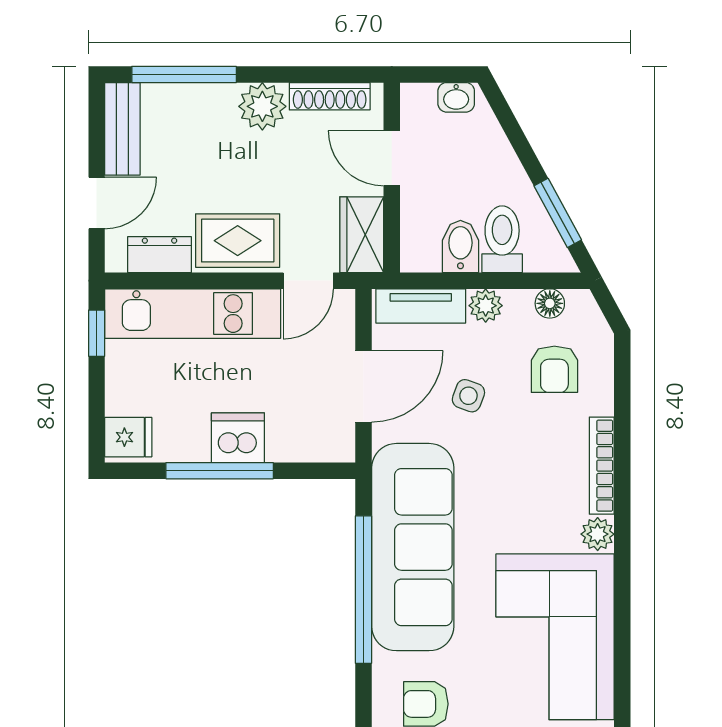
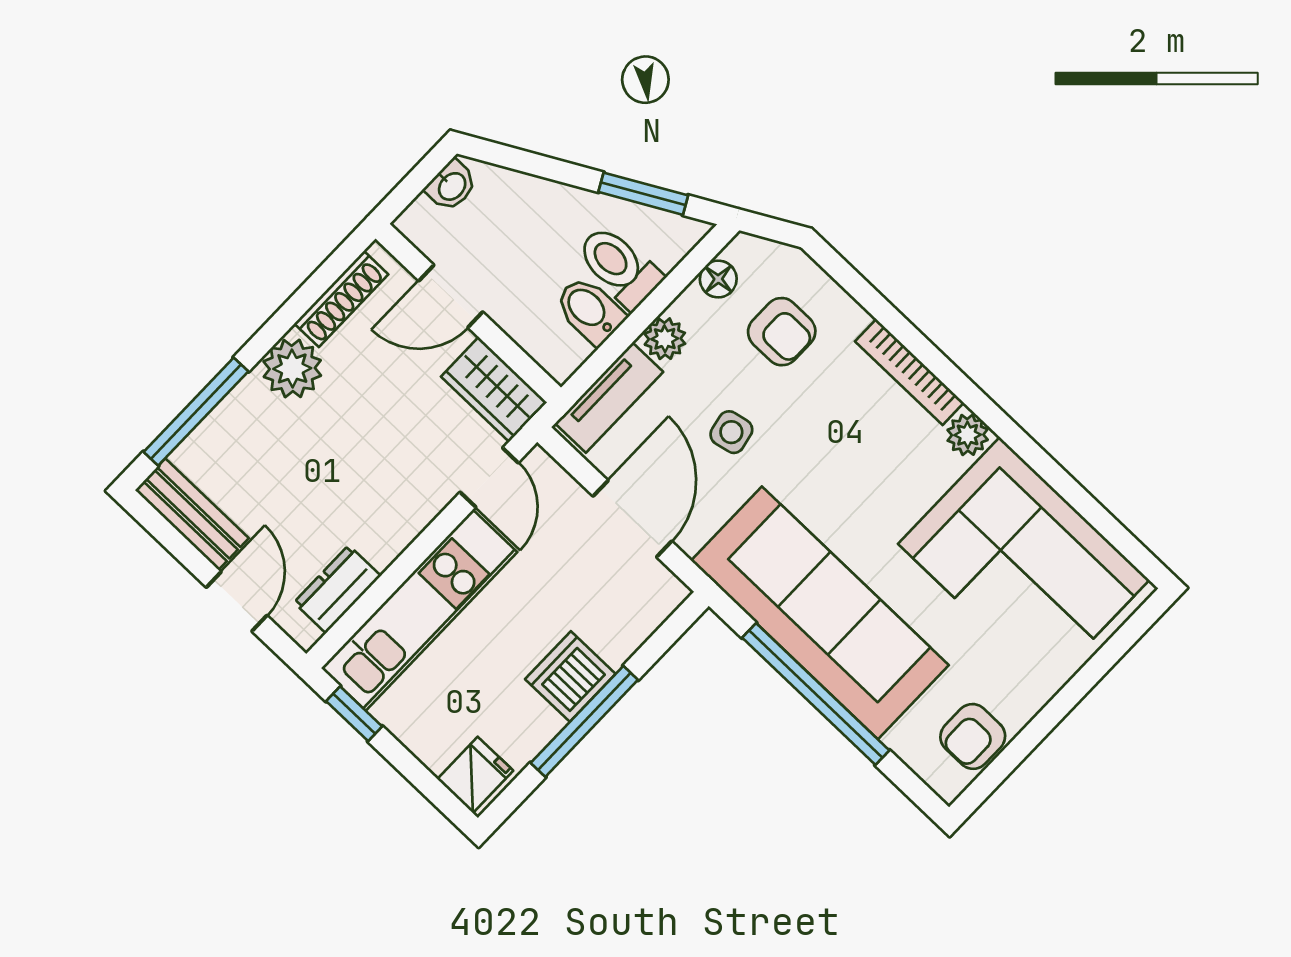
rug: (238, 241) -> (392, 507), removed
side table: (468, 396) -> (731, 432), turned -32

